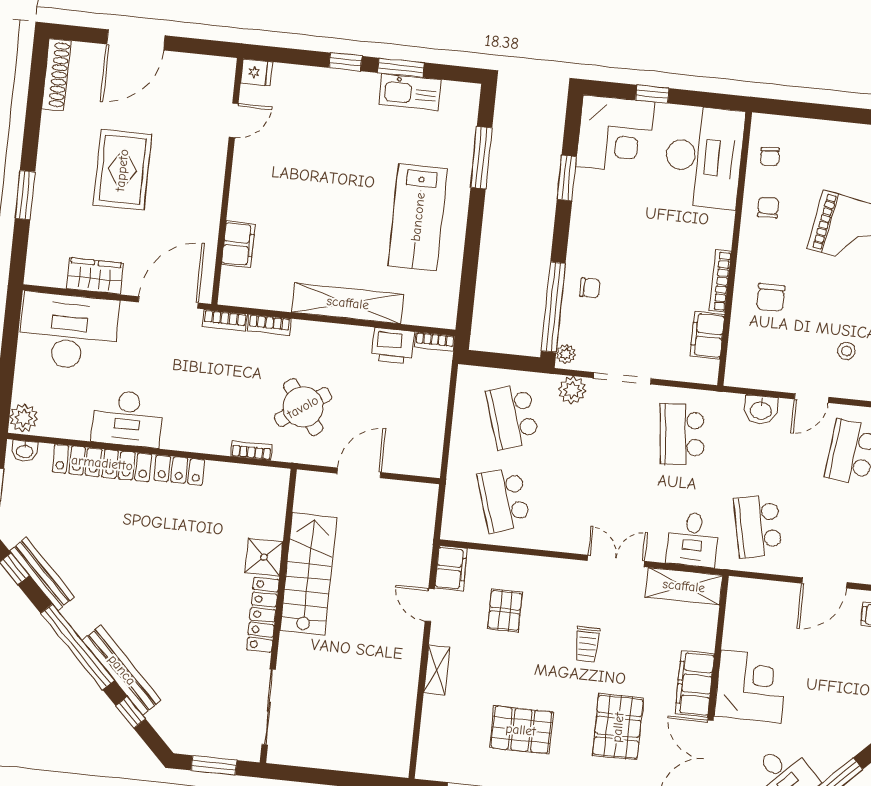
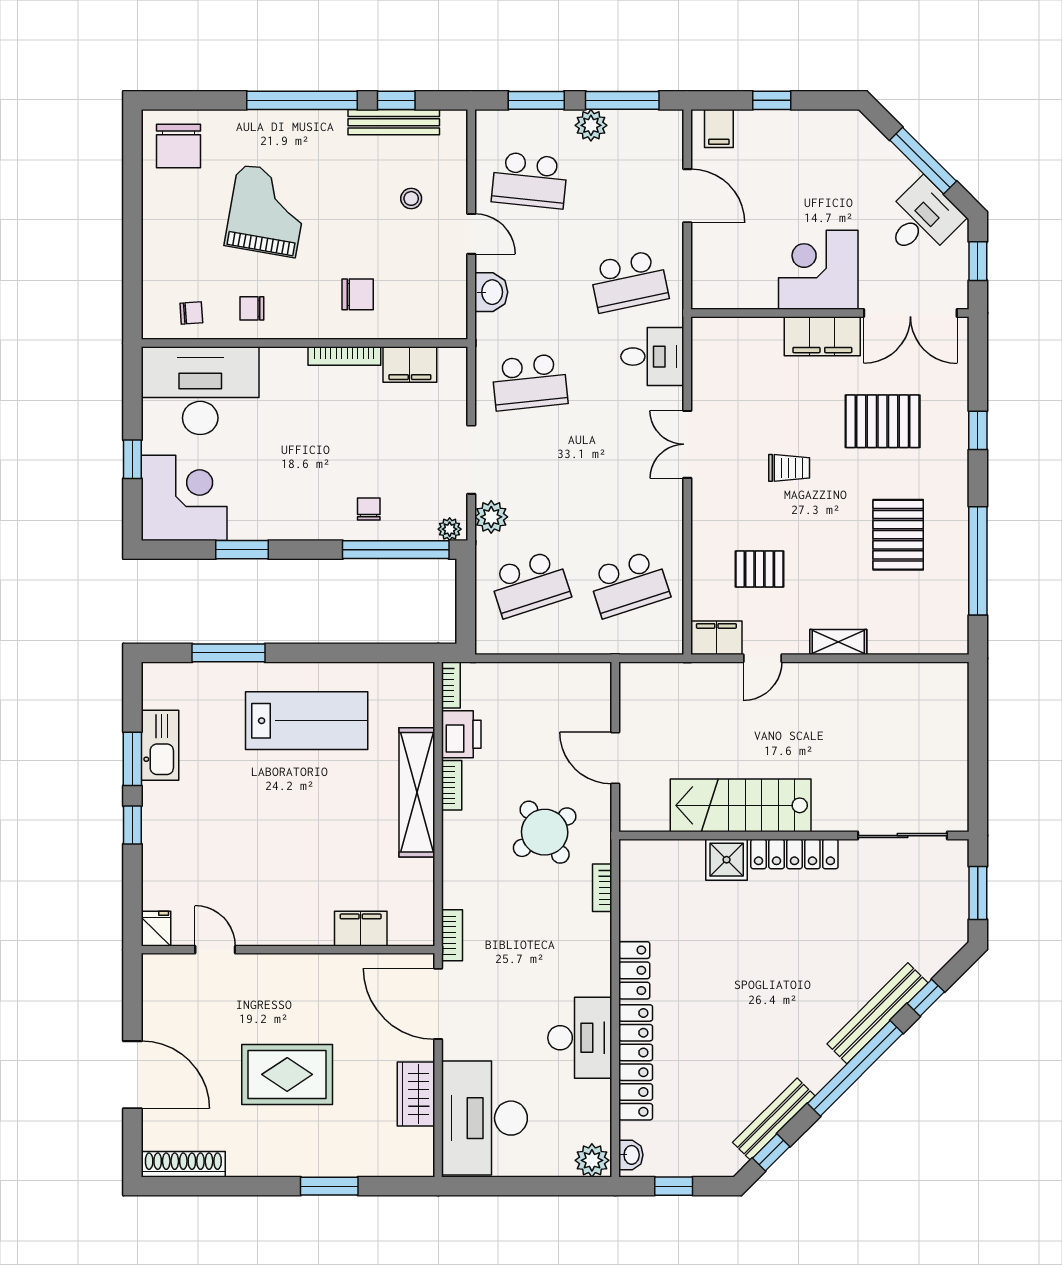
bookcase: (269, 325) -> (452, 785), moved
shelving: (684, 586) -> (709, 361), removed

